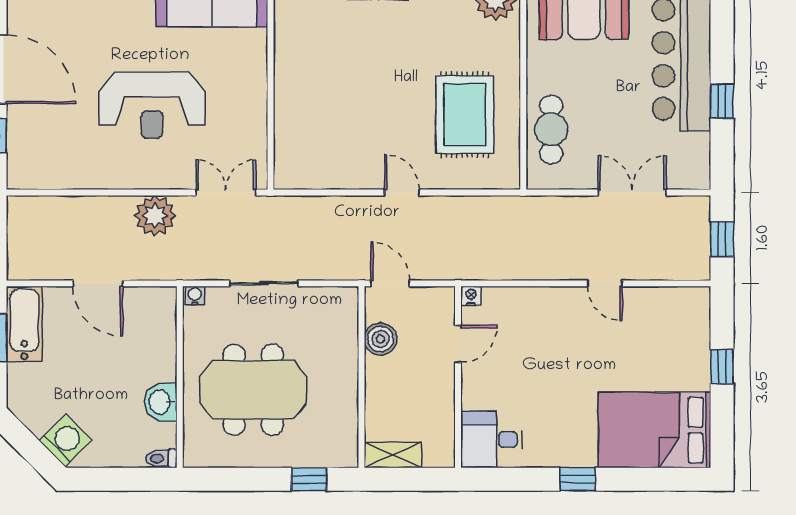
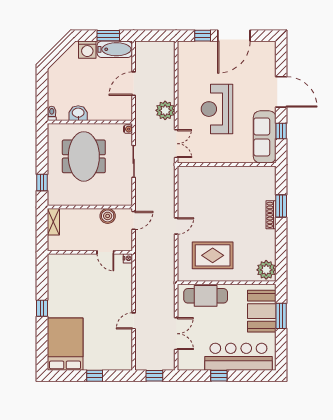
cafe table: (551, 129) -> (206, 296), width x1.37, depth x1.35
desk: (491, 440) -> (61, 268), removed
washing machine: (65, 441) -> (87, 50), moved, turned 45

